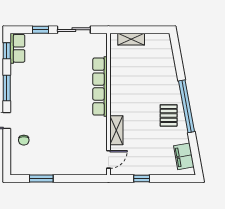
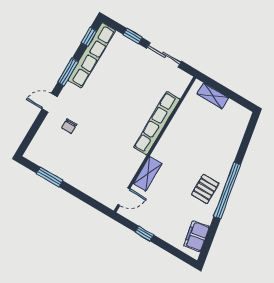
row of seats: (17, 48) -> (92, 55), width x2.02
chair: (24, 140) -> (69, 126), moved

